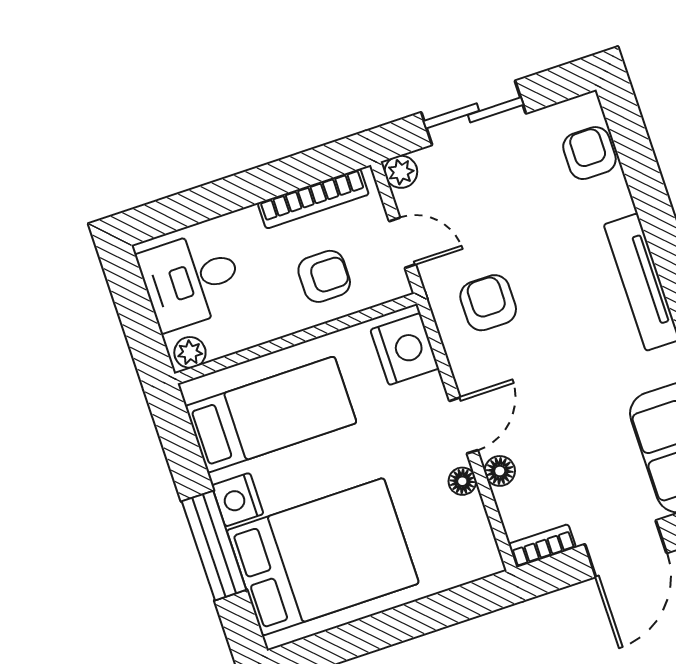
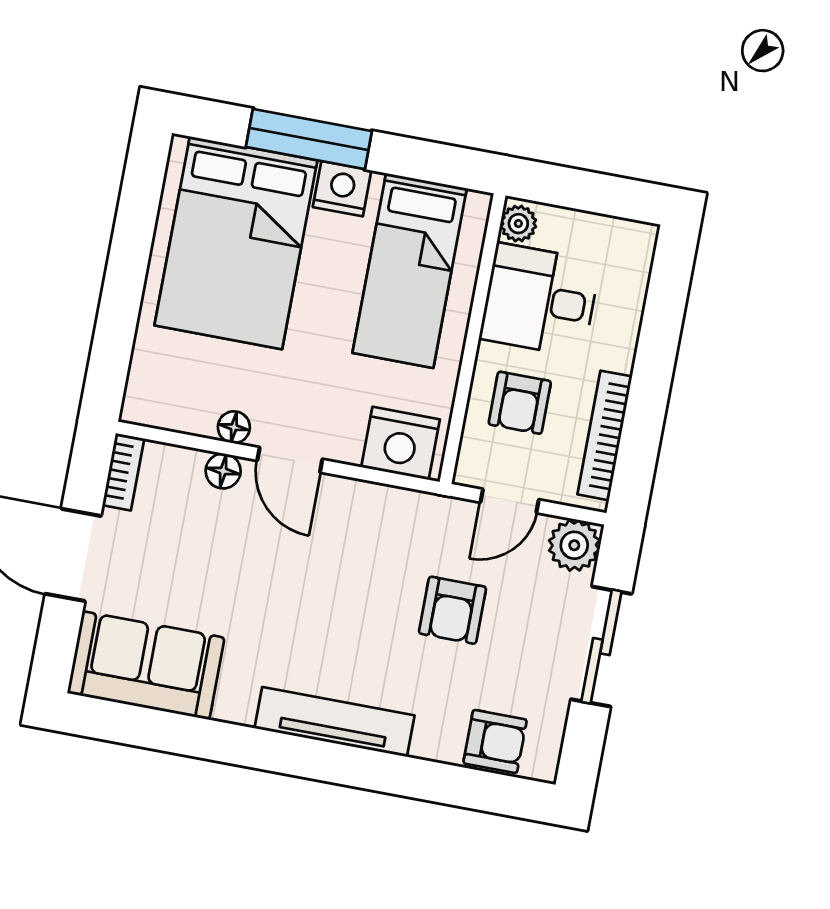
plant: (401, 172) -> (574, 545), width x1.38, depth x1.38
desk: (191, 280) -> (540, 300), moved, turned -90
armchair: (488, 303) -> (453, 610), moved, turned 90

